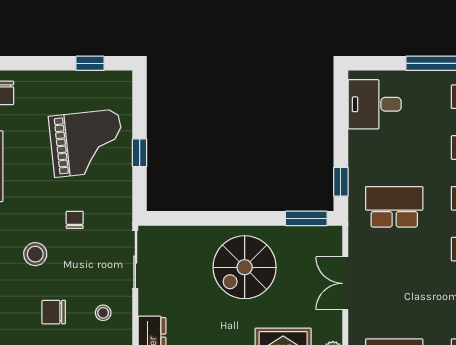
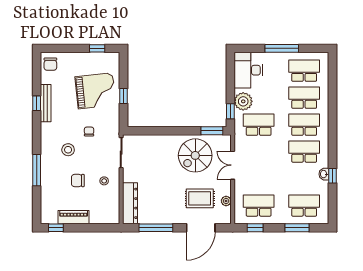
desk: (375, 104) -> (248, 70), width x1.37
plant: (365, 163) -> (243, 101), added
spiral stairs: (245, 267) -> (195, 155), moved

